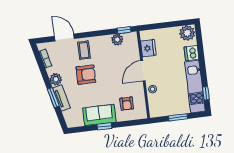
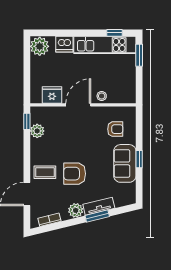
door: (143, 71) -> (78, 105), swing flipped
armchair: (86, 75) -> (75, 174), turned -90
window: (178, 117) -> (139, 55), moved

